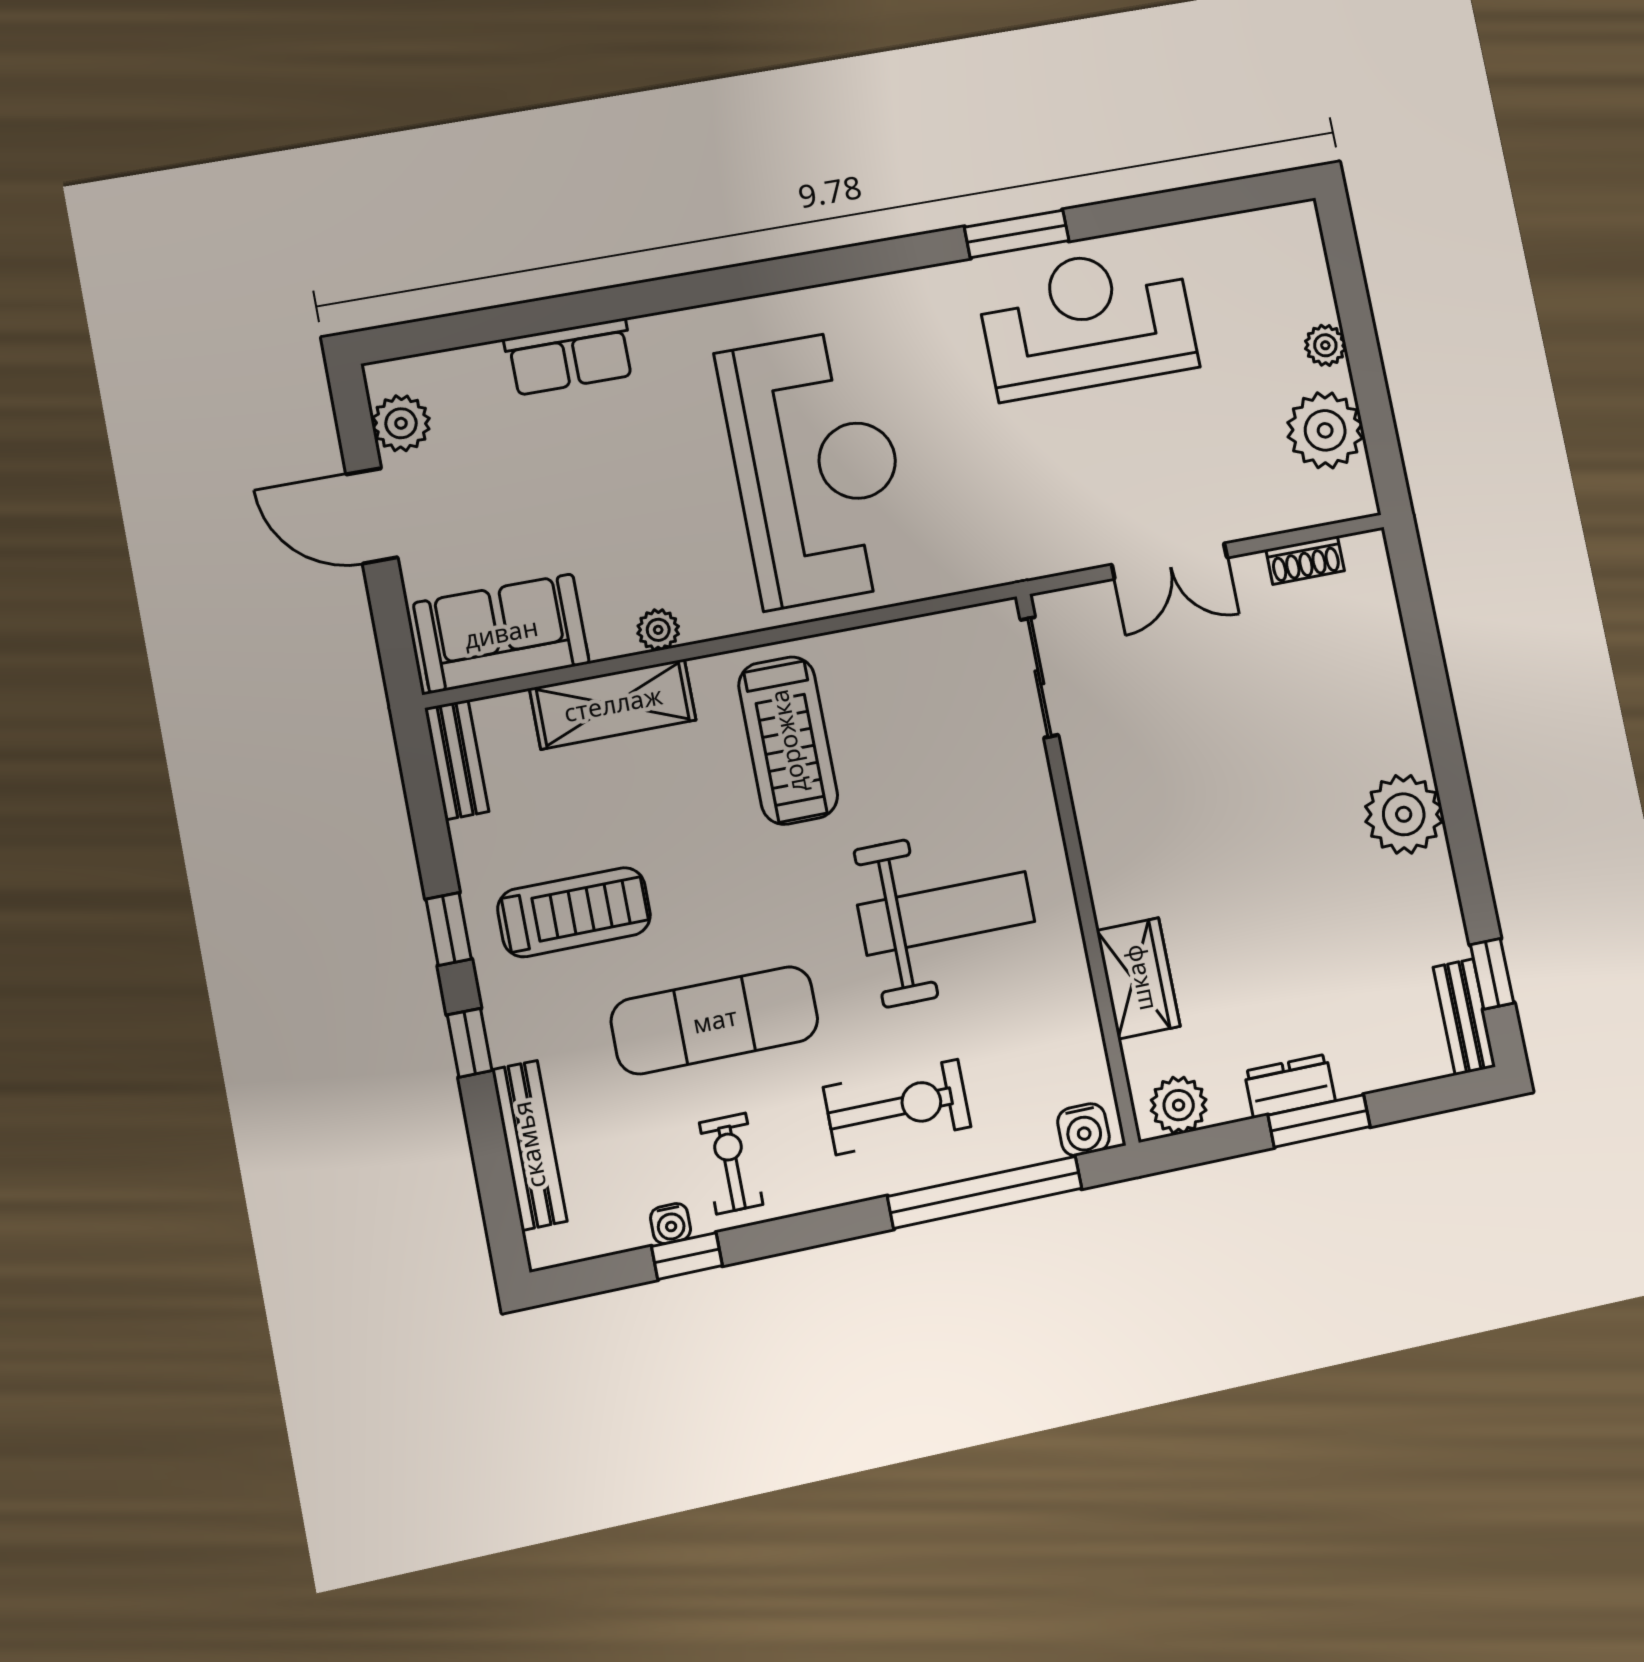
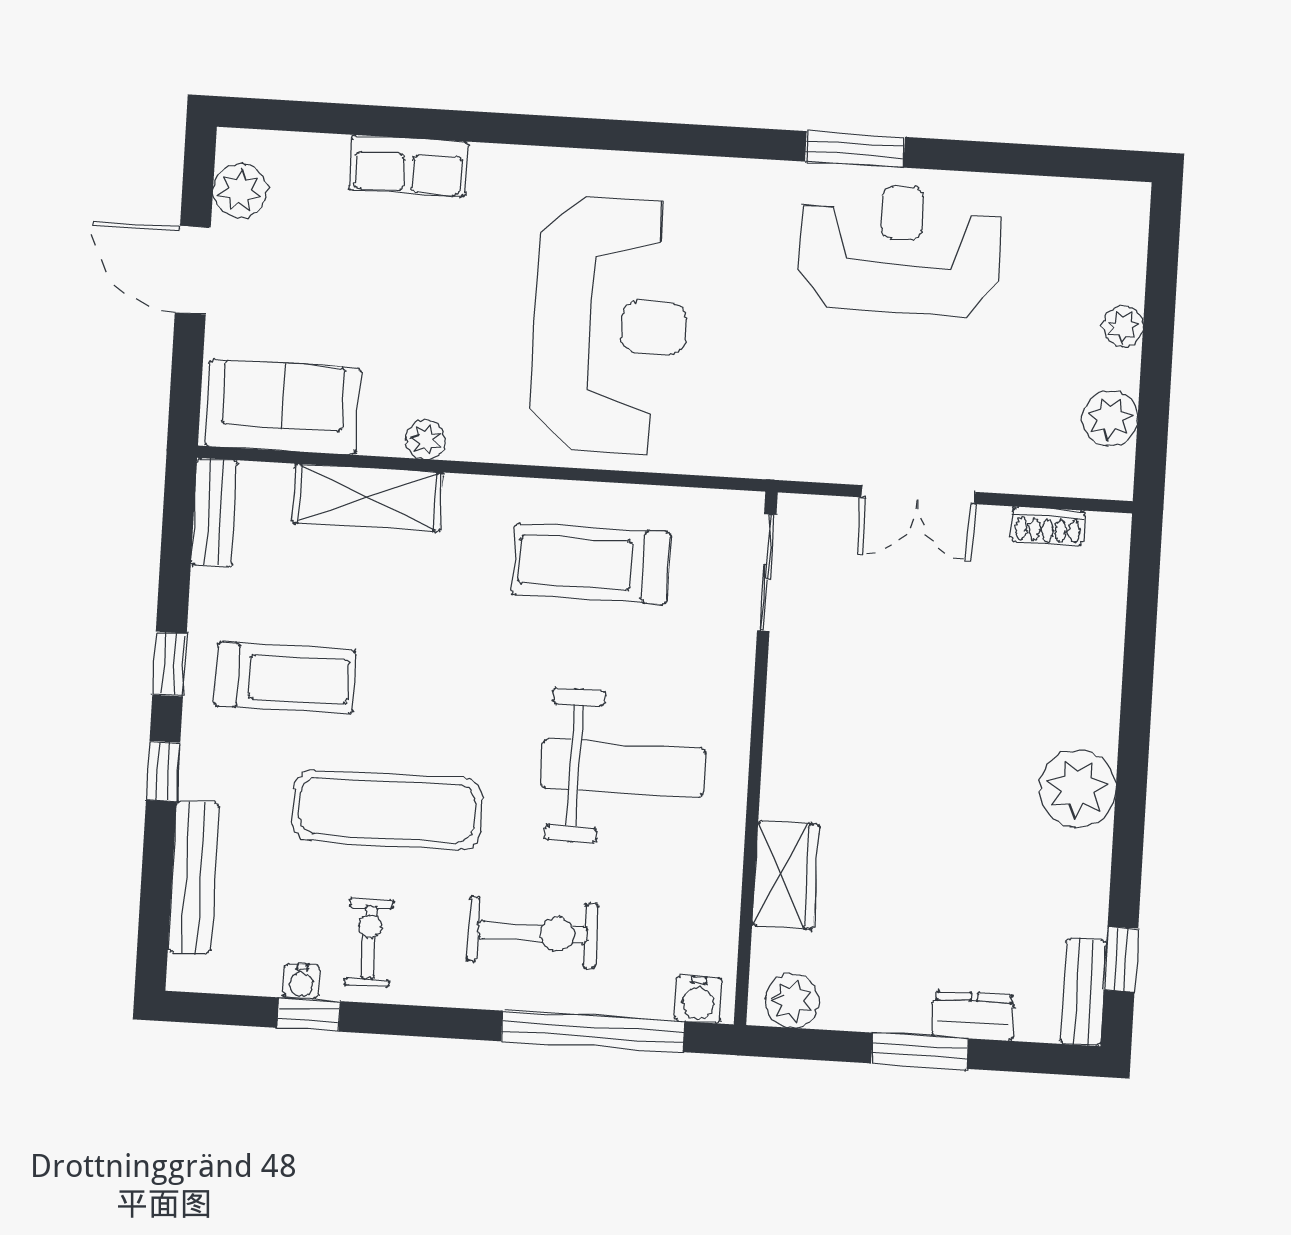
plant: (1325, 430) -> (1110, 418), width x0.73, depth x0.73
treadmill: (788, 741) -> (591, 564), moved, turned 90
dresser: (1290, 1086) -> (973, 1016), moved

